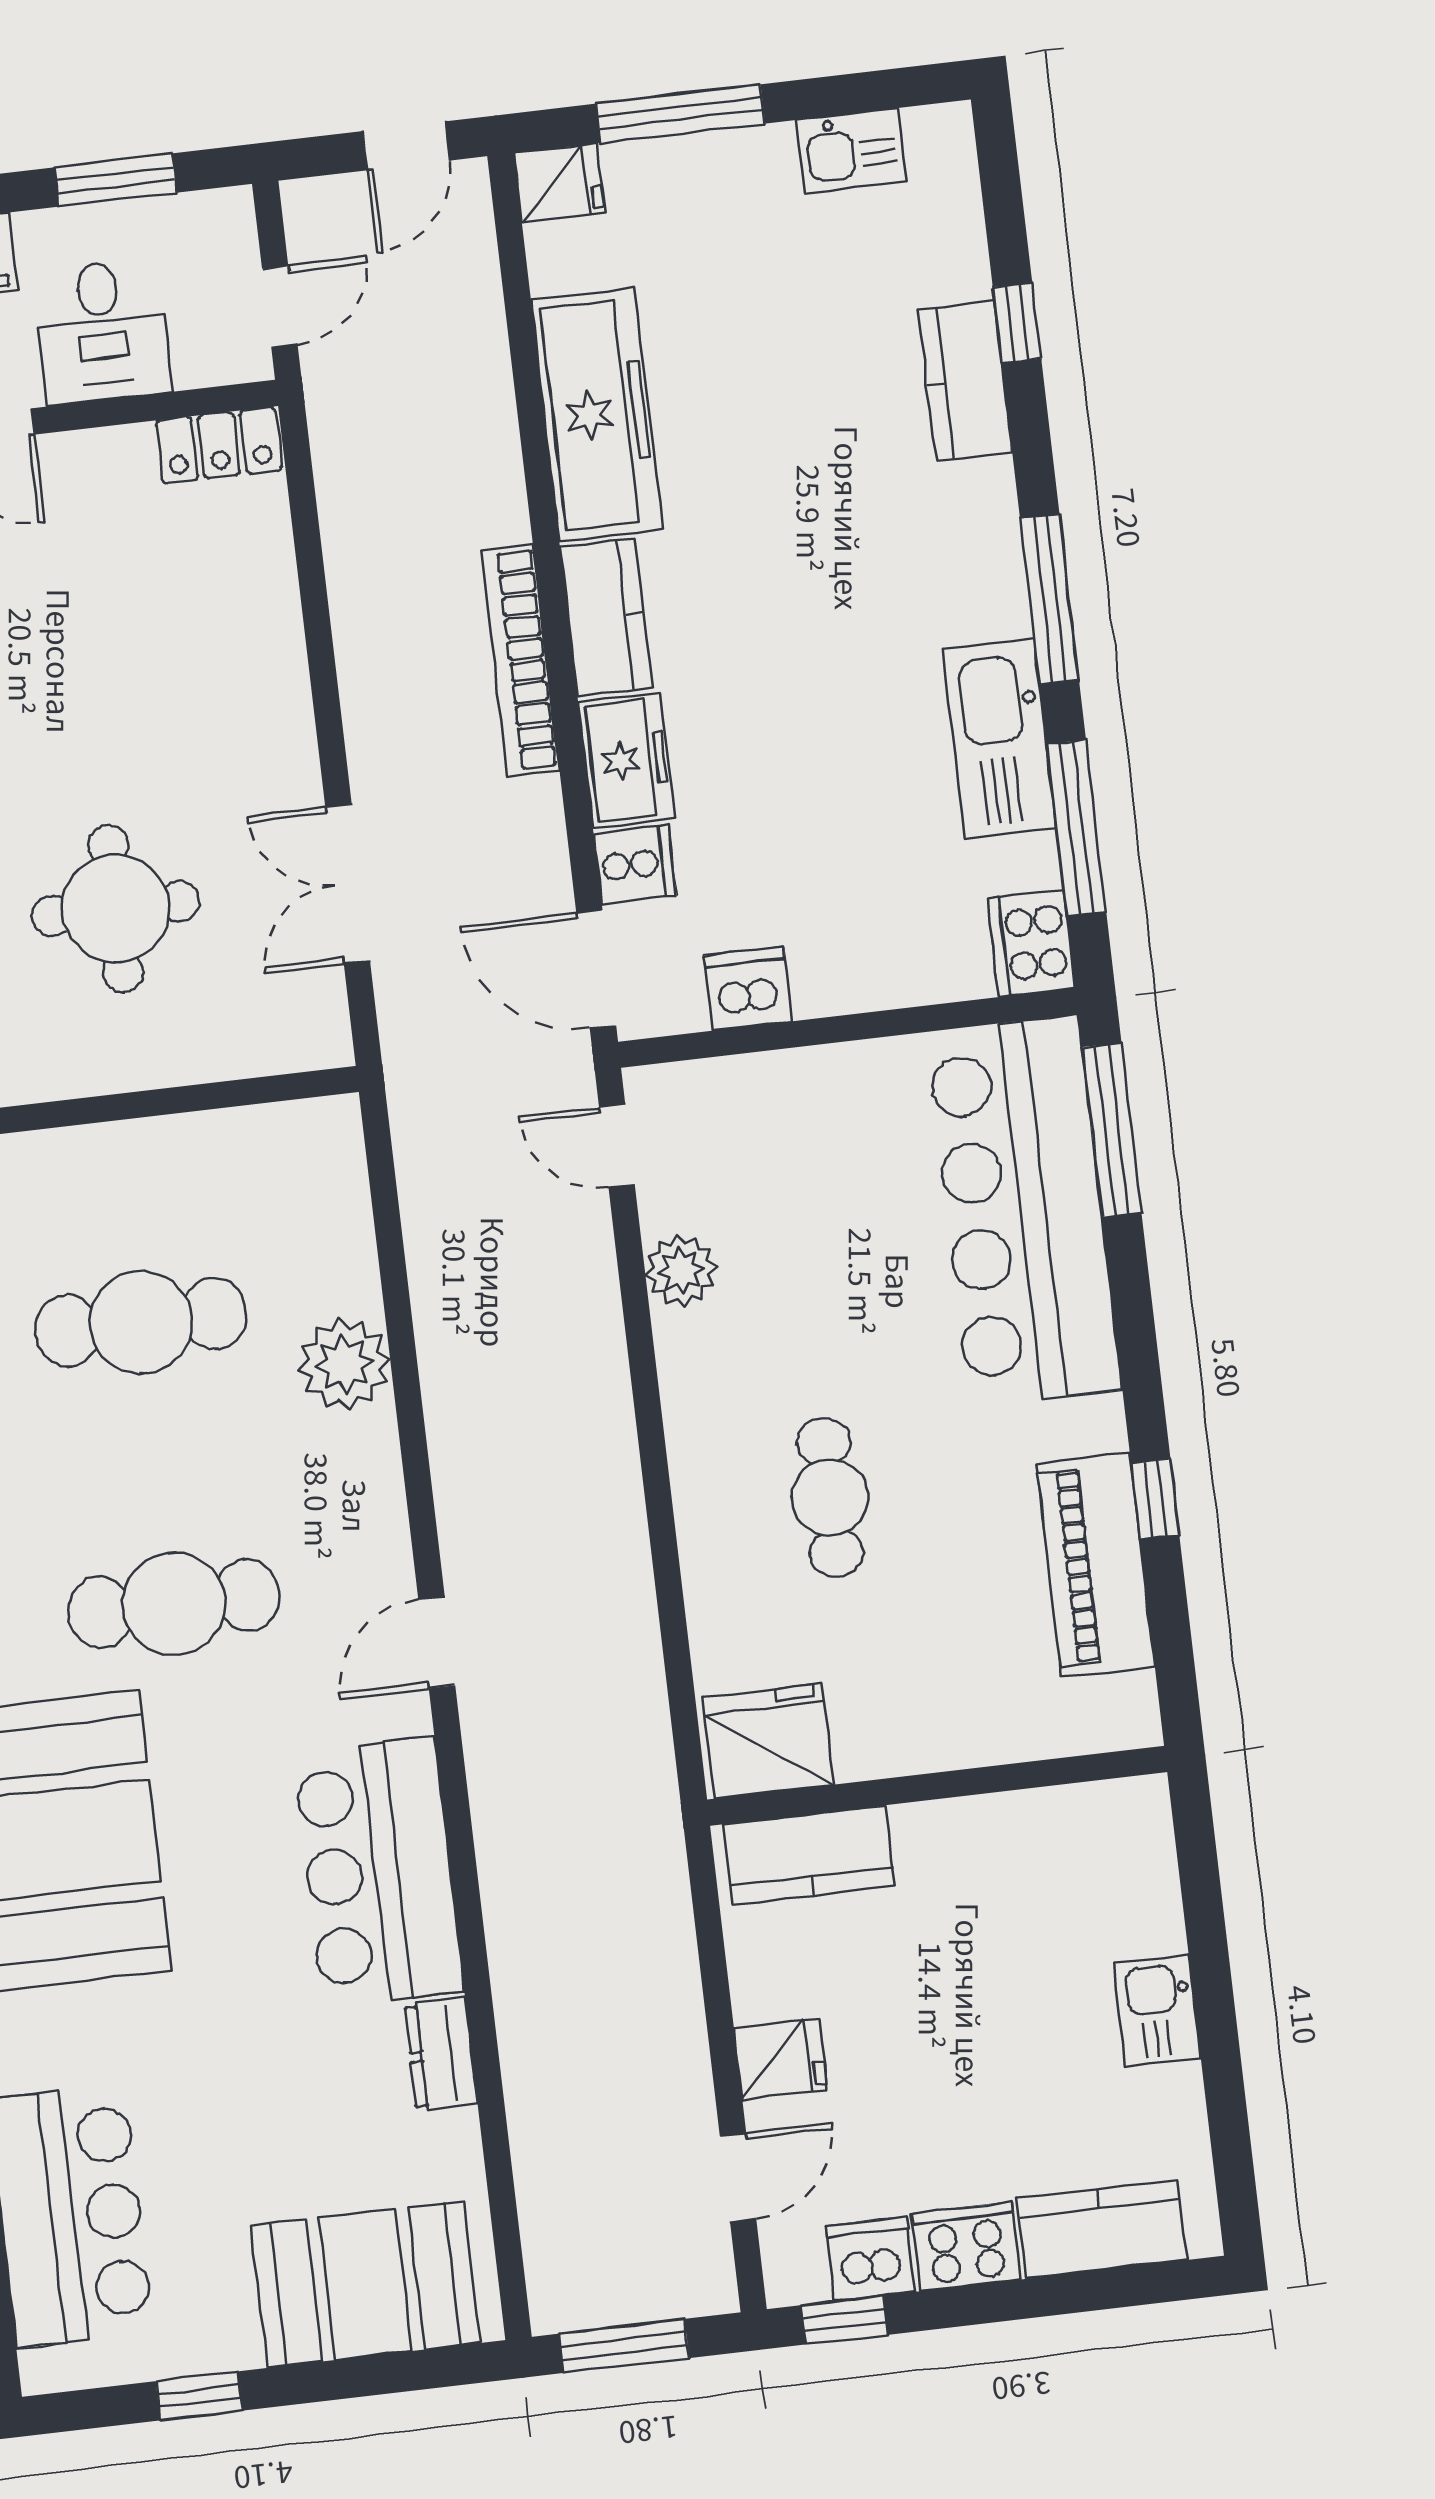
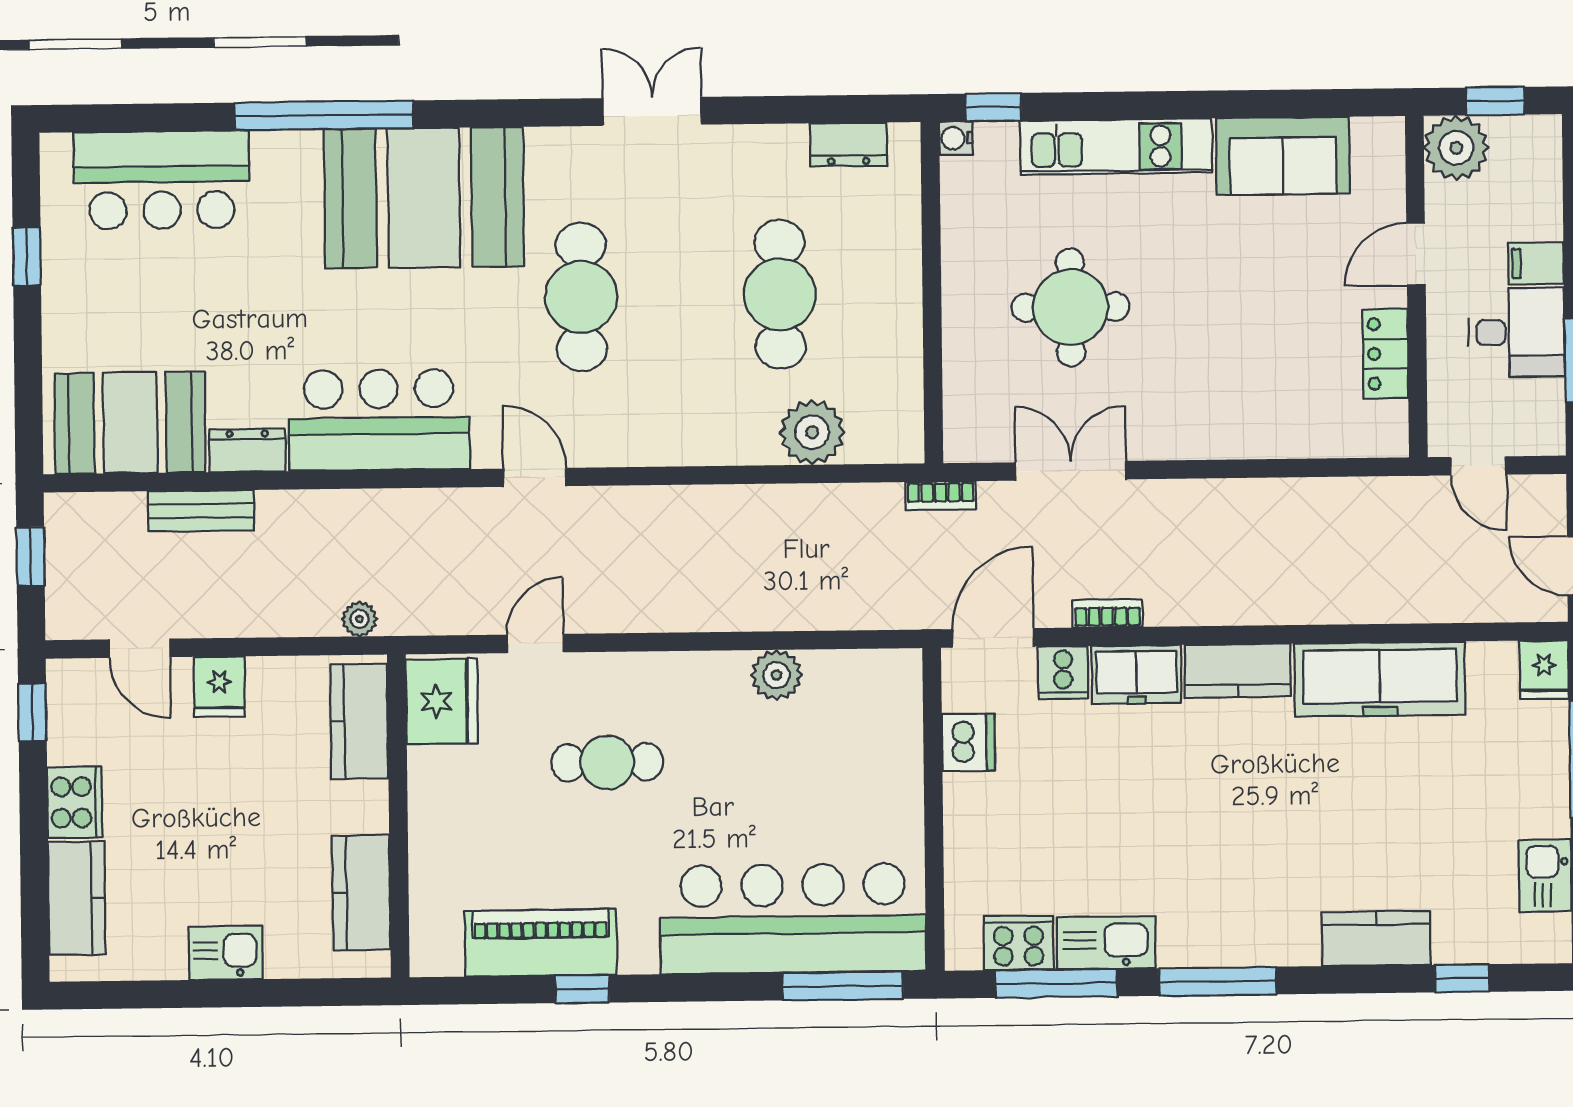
window: (1017, 323) -> (1462, 978), moved
desk: (102, 331) -> (1517, 332), moved, turned 180
locker: (219, 445) -> (1385, 354), moved
bookcase: (521, 660) -> (1108, 613), moved, width x0.43, depth x0.76
kitchen sink: (1000, 739) -> (1106, 943), width x0.73, depth x0.81
cooker: (1031, 943) -> (1019, 943), moved
bookcase: (402, 1065) -> (941, 496), added
door: (617, 1146) -> (535, 644), moved
plant: (344, 1364) -> (812, 432), moved
kitchen counter: (1052, 1827) -> (361, 893), added
plant: (664, 1870) -> (360, 619), added
bench: (534, 2110) -> (201, 511), added
dishwasher: (871, 2259) -> (73, 735), removed
booth: (366, 2284) -> (130, 423), moved, turned 90
window: (624, 2346) -> (30, 556), width x0.67

